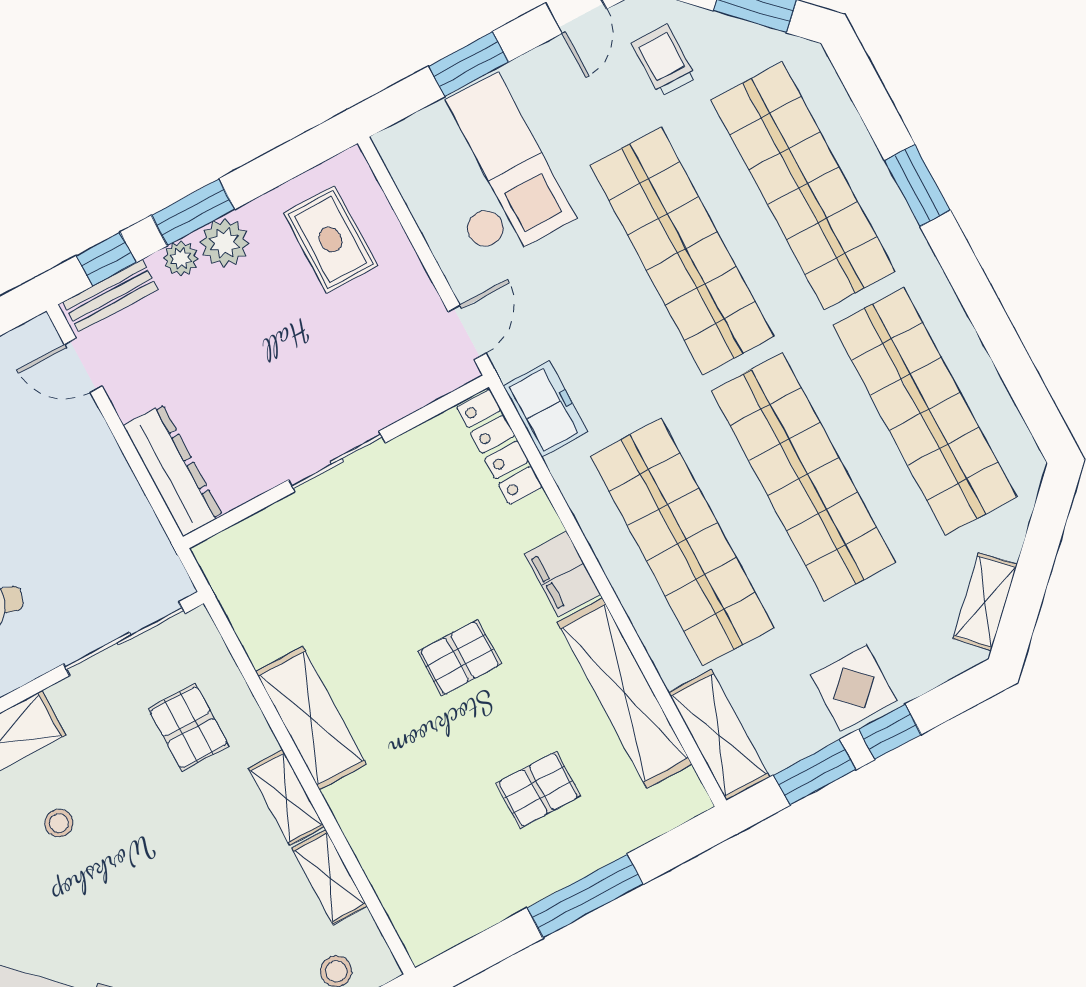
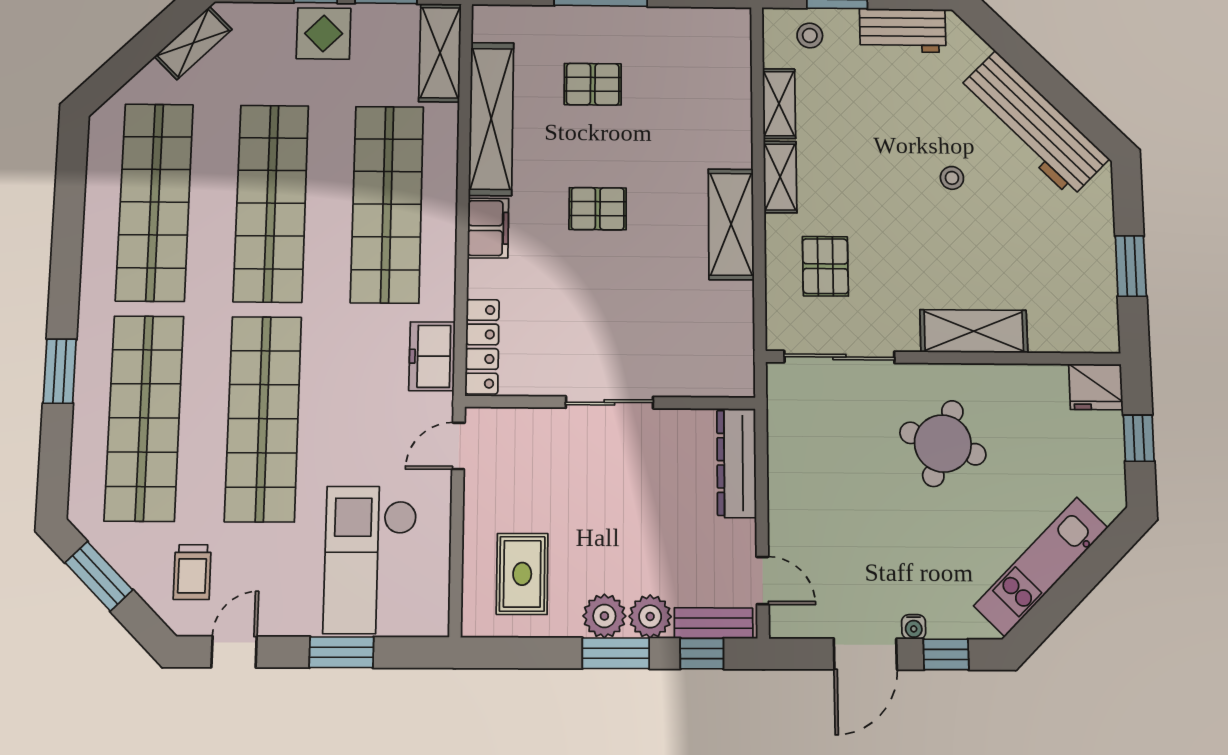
plant: (181, 258) -> (650, 616), width x1.38, depth x1.38
stool: (59, 823) -> (952, 178), moved

